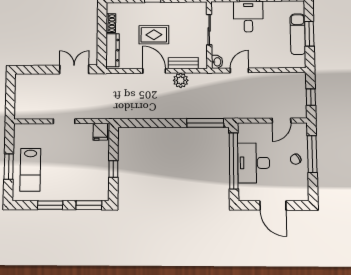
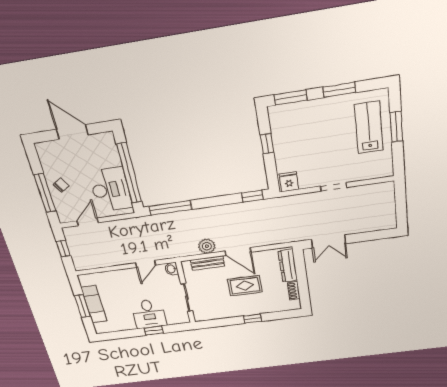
window: (133, 123) -> (252, 196), added
desk: (254, 163) -> (111, 190), moved

